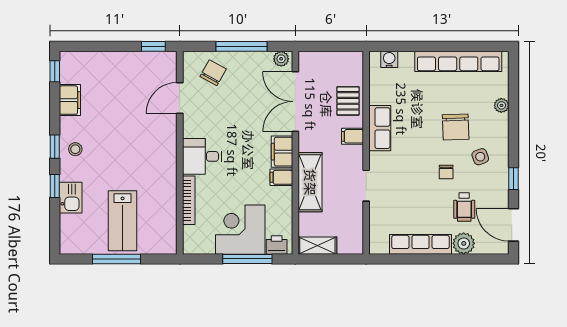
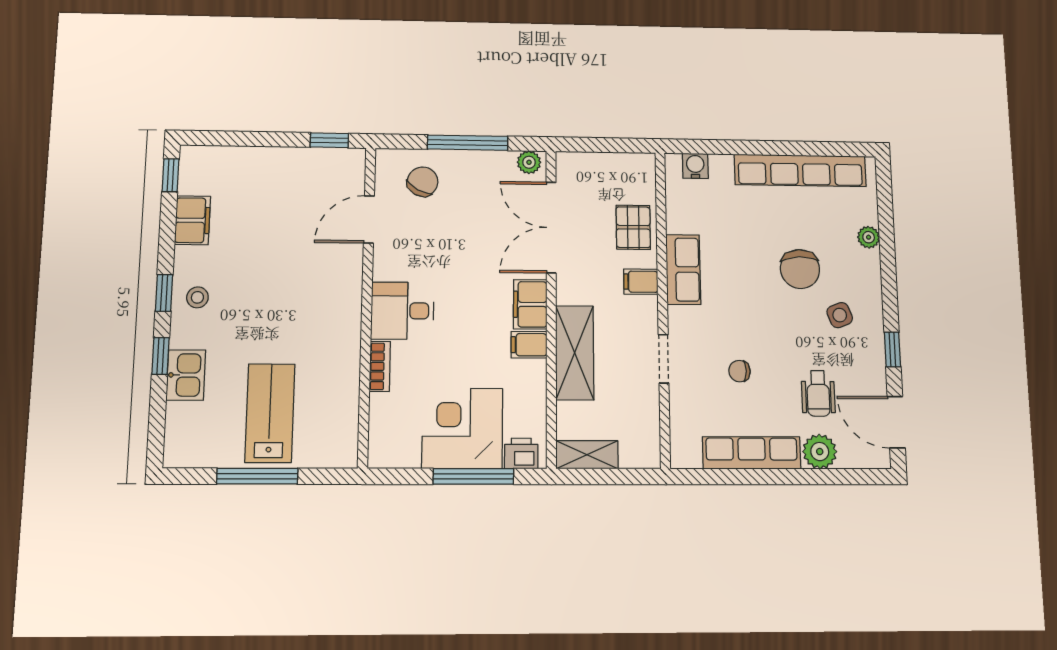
chair: (446, 172) -> (739, 371), moved, turned 90
bookcase: (189, 200) -> (380, 366), width x0.64
lab bench: (123, 221) -> (270, 413), turned 180

